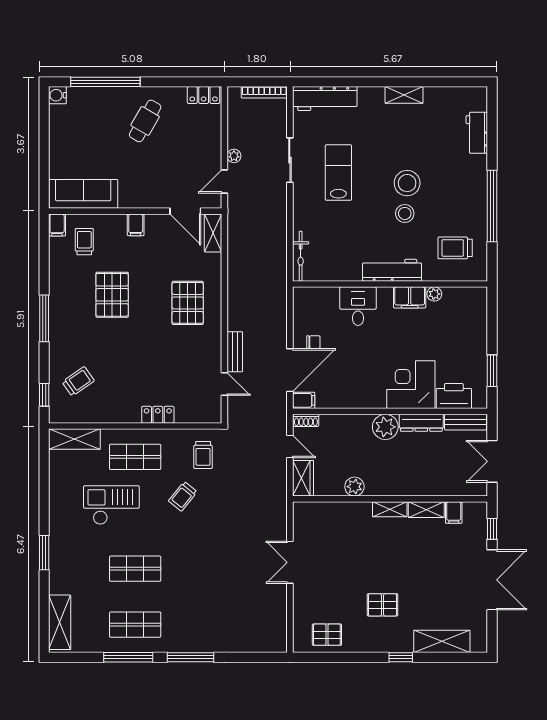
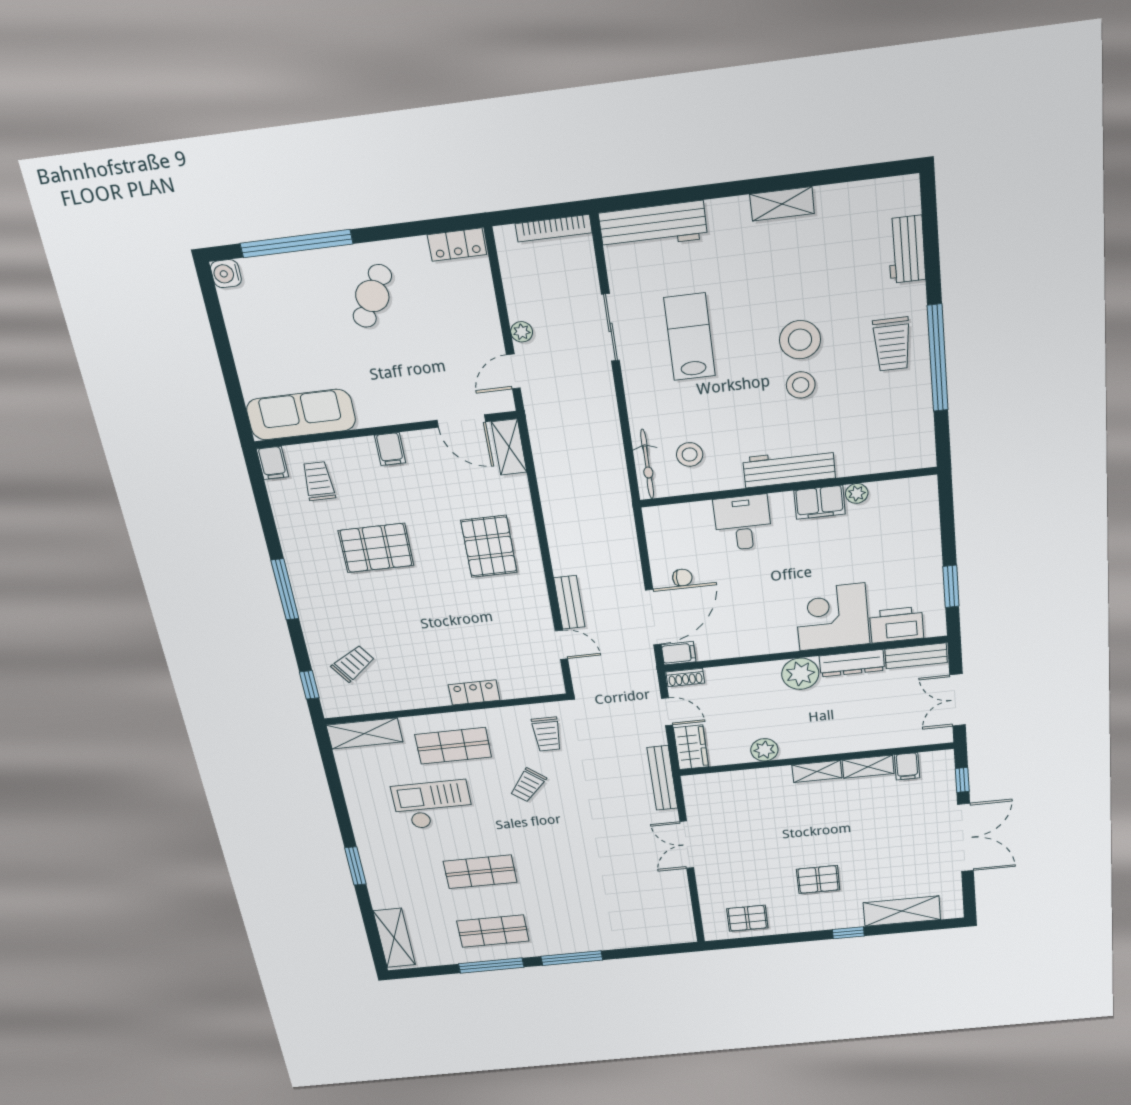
trolley: (455, 248) -> (892, 344), moved, turned -90
stool: (329, 253) -> (690, 454), added
pallet: (112, 295) -> (376, 548), turned 90
bench: (280, 502) -> (662, 778), added

